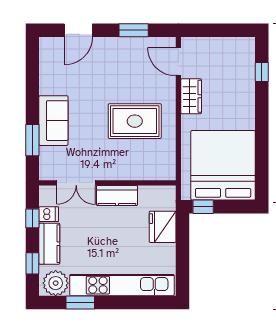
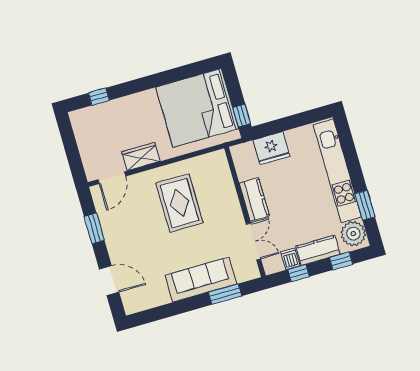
sofa: (53, 121) -> (201, 280), width x1.36

